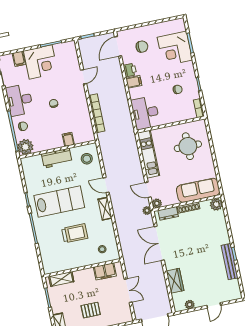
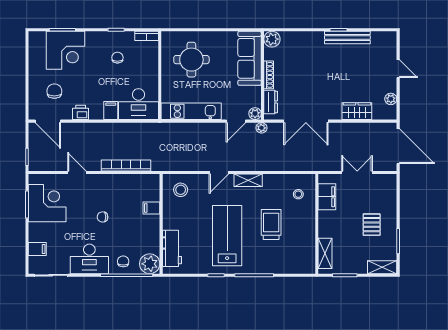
corner desk: (41, 62) -> (47, 203), moved
filing cabinet: (134, 82) -> (111, 111), moved
workbench: (57, 158) -> (172, 248), moved

